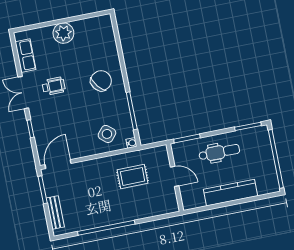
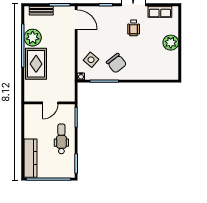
chair: (101, 81) -> (116, 63), moved
dental chair: (219, 152) -> (61, 139), turned 180
rug: (133, 176) -> (36, 64), moved, width x1.36, depth x1.43
kitchen counter: (230, 193) -> (31, 158), moved
plant: (93, 217) -> (33, 38), added

